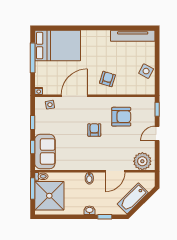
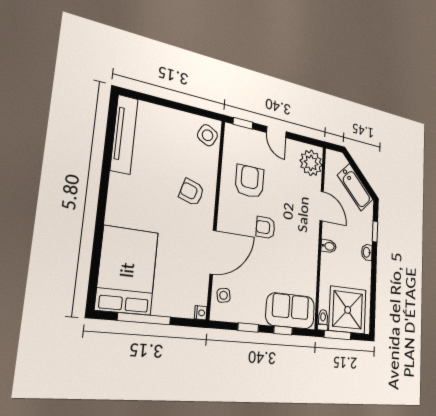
side table: (146, 71) -> (208, 135), moved
door: (74, 96) -> (213, 252), swing flipped

